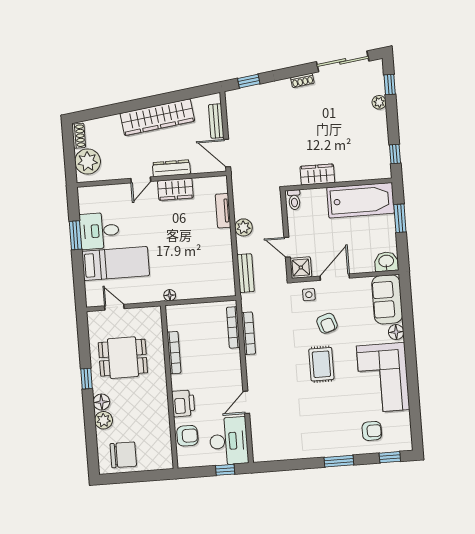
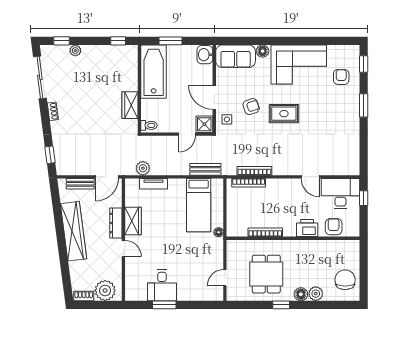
plant: (244, 227) -> (143, 168), moved
bed: (116, 263) -> (199, 205), moved, turned 180

